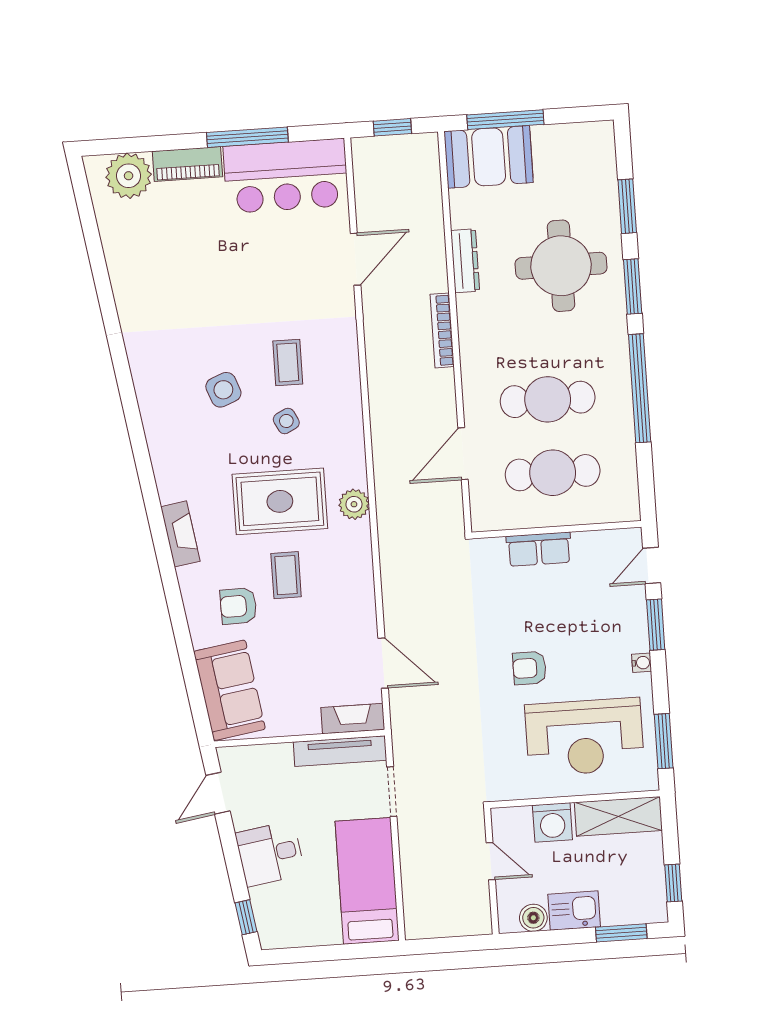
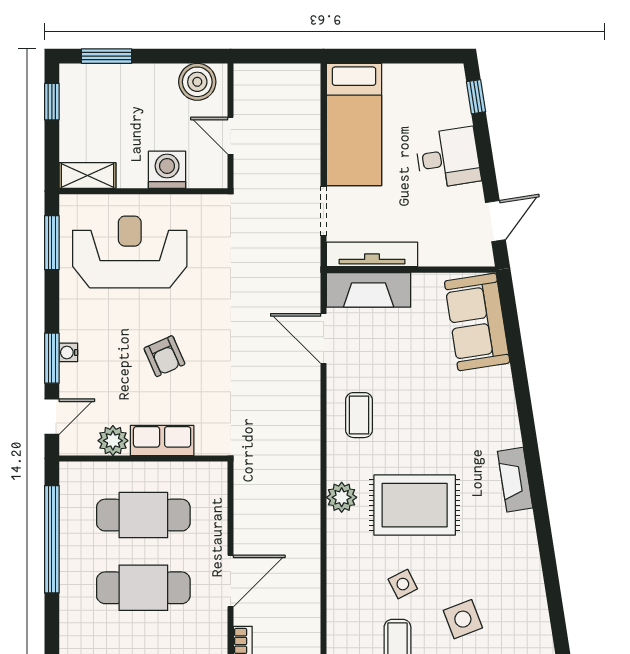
window: (640, 388) -> (52, 539), moved
door: (463, 454) -> (231, 581), moved
plant: (588, 546) -> (113, 441), added
coffee table: (286, 575) -> (359, 415), moved
armchair: (238, 606) -> (463, 405), removed
water cooler: (642, 663) -> (68, 352), moved
armchair: (529, 668) -> (164, 356), moved, turned 66
fireplace: (353, 719) -> (369, 290), width x1.37, depth x1.32
shelving: (618, 816) -> (87, 176), width x0.67, depth x0.75
kitchen sink: (574, 910) -> (152, 81), removed
boiler: (533, 918) -> (197, 82), width x1.36, depth x1.36

